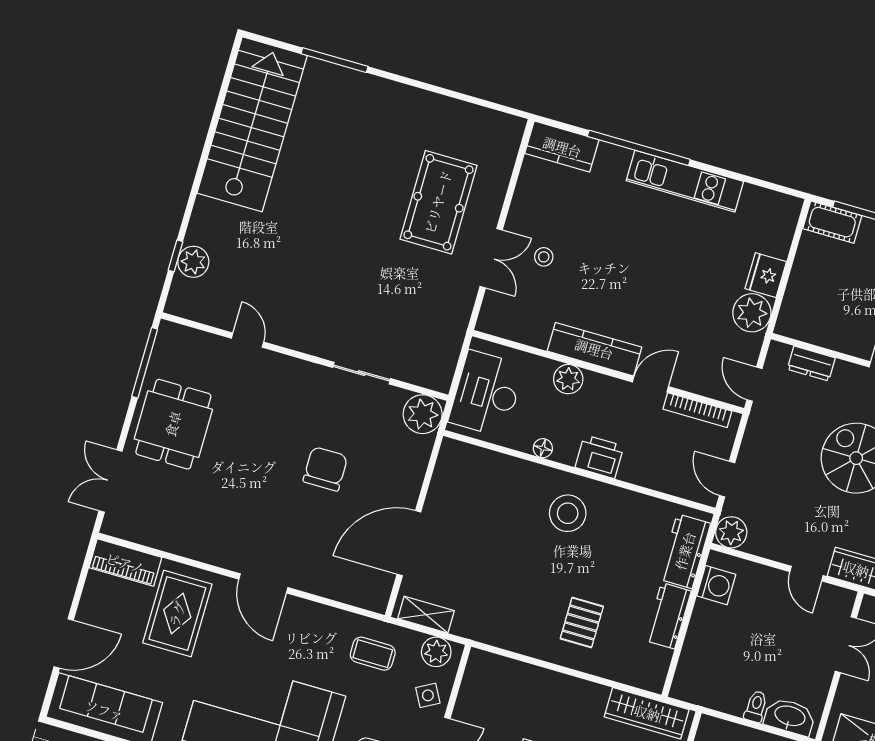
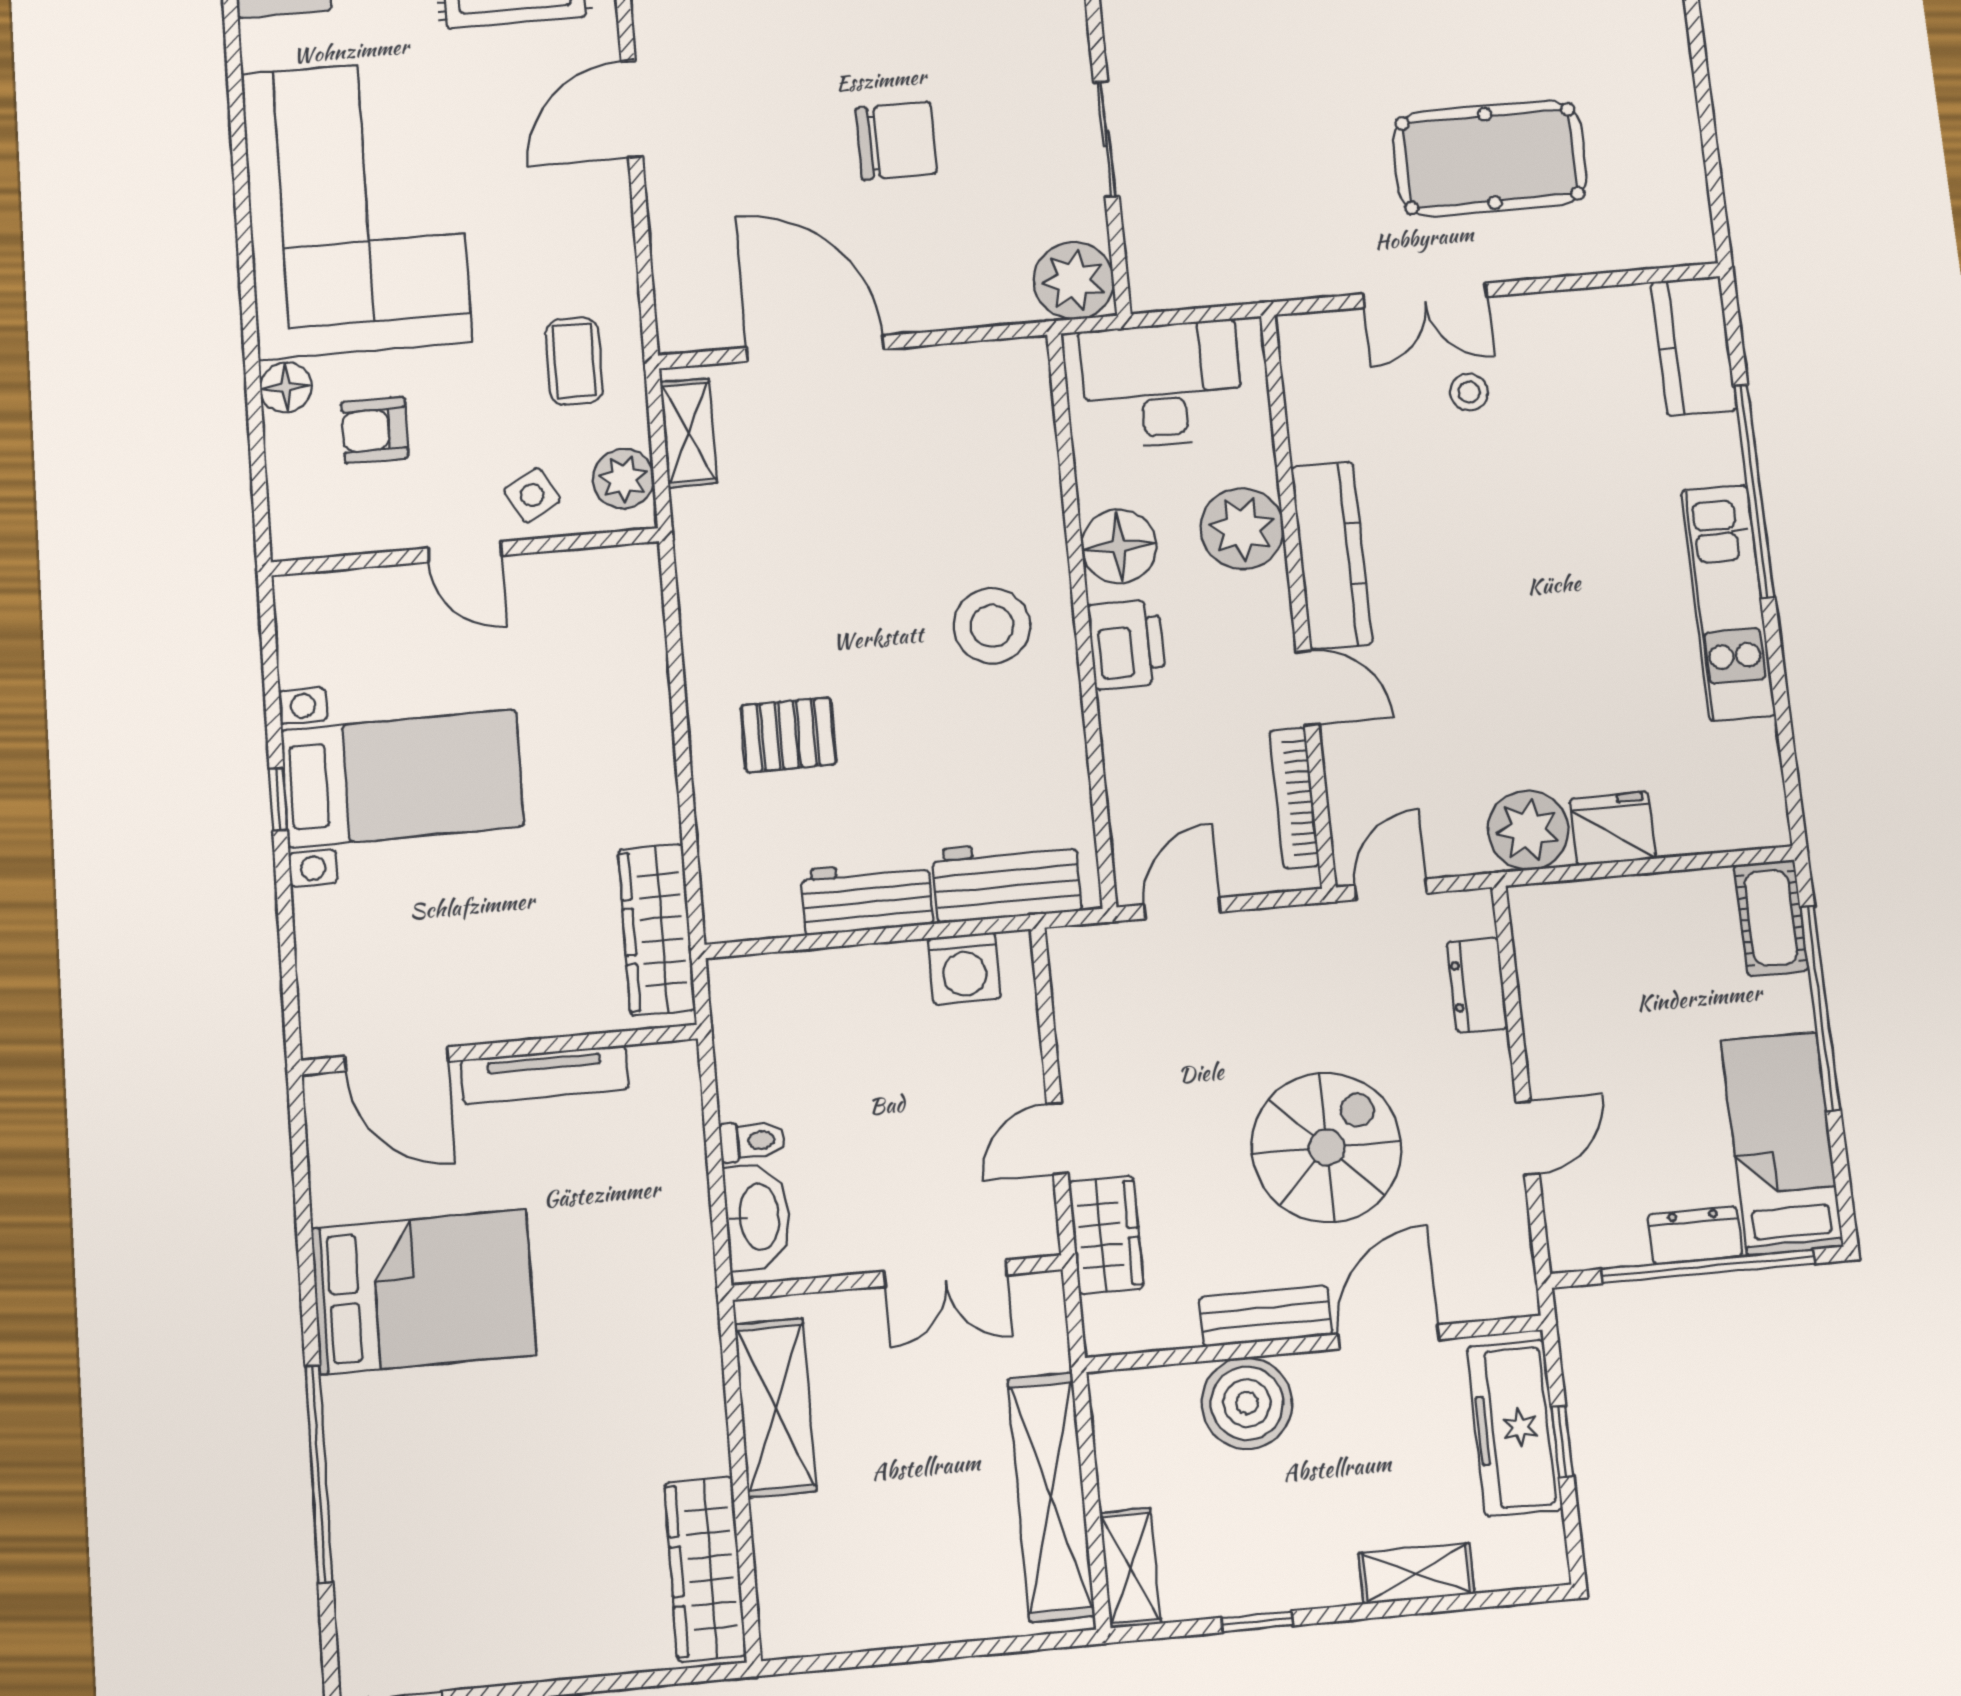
plant: (568, 379) -> (1242, 529), width x1.36, depth x1.36
floor lamp: (543, 448) -> (1119, 546), width x1.89, depth x1.89
plant: (731, 532) -> (1080, 957), removed

